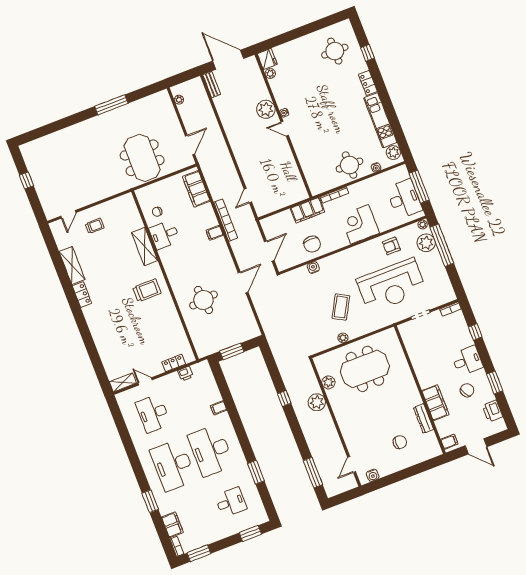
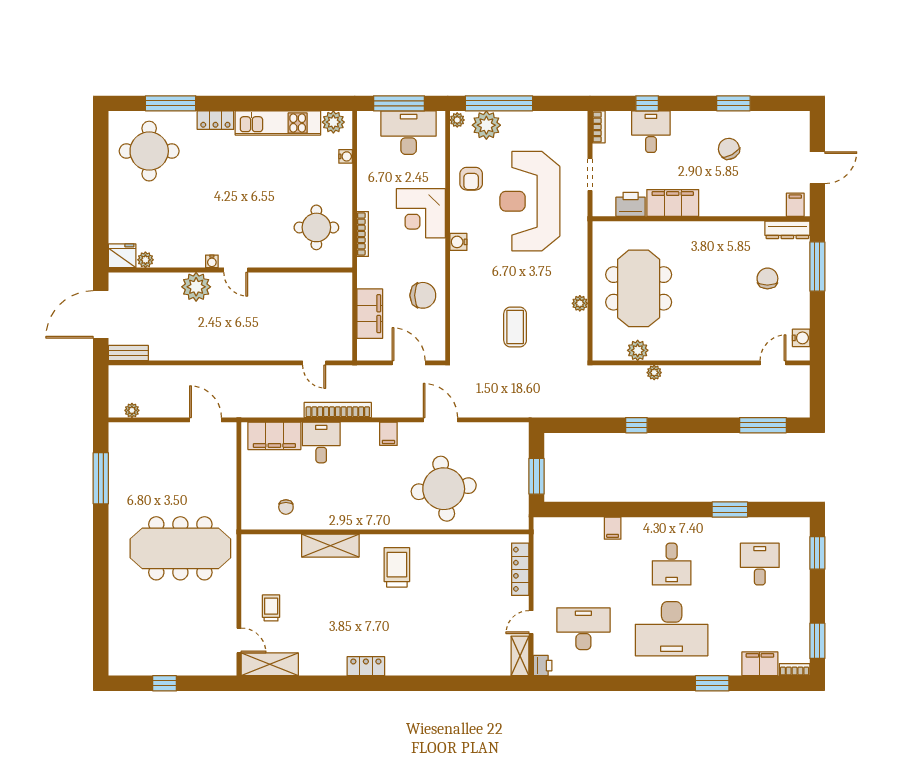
round table: (335, 51) -> (149, 151), width x1.36, depth x1.36
window: (368, 53) -> (171, 103), width x2.17
window: (111, 105) -> (101, 478), moved
door: (285, 129) -> (236, 270), hinge flipped
meeting table: (142, 158) -> (180, 548), moved, width x1.36
round table: (349, 165) -> (316, 227), moved
filing cabinet: (308, 210) -> (370, 314), moved
filing cabinet: (215, 233) -> (388, 434), moved
desk: (164, 235) -> (321, 442), moved, turned 180
shelving: (72, 265) -> (270, 664), moved
water cooler: (313, 268) -> (458, 242), moved
reception desk: (391, 285) -> (530, 201), turned 180
round table: (204, 300) -> (444, 489), width x1.36, depth x1.36
coffee table: (341, 307) -> (515, 327), moved, turned 61
desk: (467, 361) -> (651, 132), moved
locker: (174, 363) -> (520, 569), width x1.53
printer: (185, 374) -> (543, 666), moved
plant: (317, 402) -> (654, 373), width x0.53, depth x0.53
filing cabinet: (435, 403) -> (673, 203), moved
printer: (492, 411) -> (631, 204), moved, turned 180
desk: (153, 413) -> (583, 629), turned 180
dresser: (423, 418) -> (787, 230), moved
desk: (211, 451) -> (672, 564), width x0.53, depth x0.77
door: (352, 464) -> (773, 363), swing flipped
window: (418, 469) -> (817, 266), added

